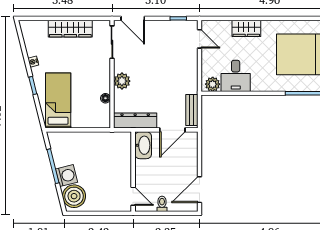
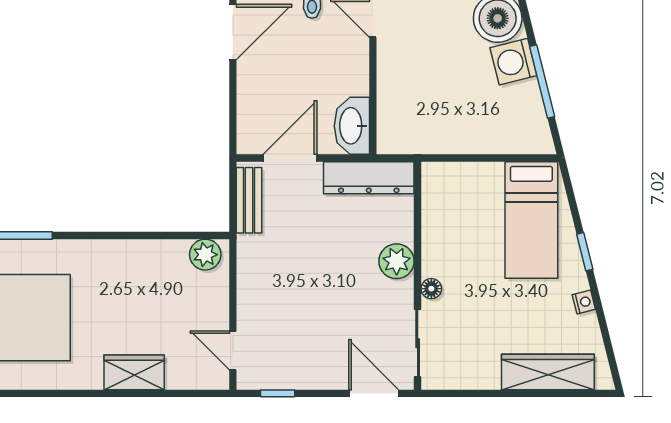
wardrobe: (70, 29) -> (548, 372), moved
desk: (236, 76) -> (157, 272), removed
floor lamp: (105, 98) -> (431, 289), moved

